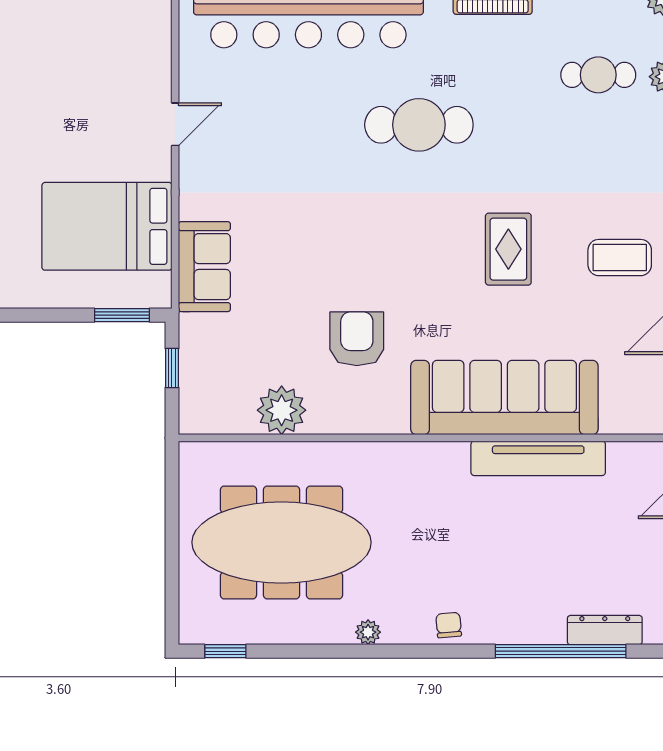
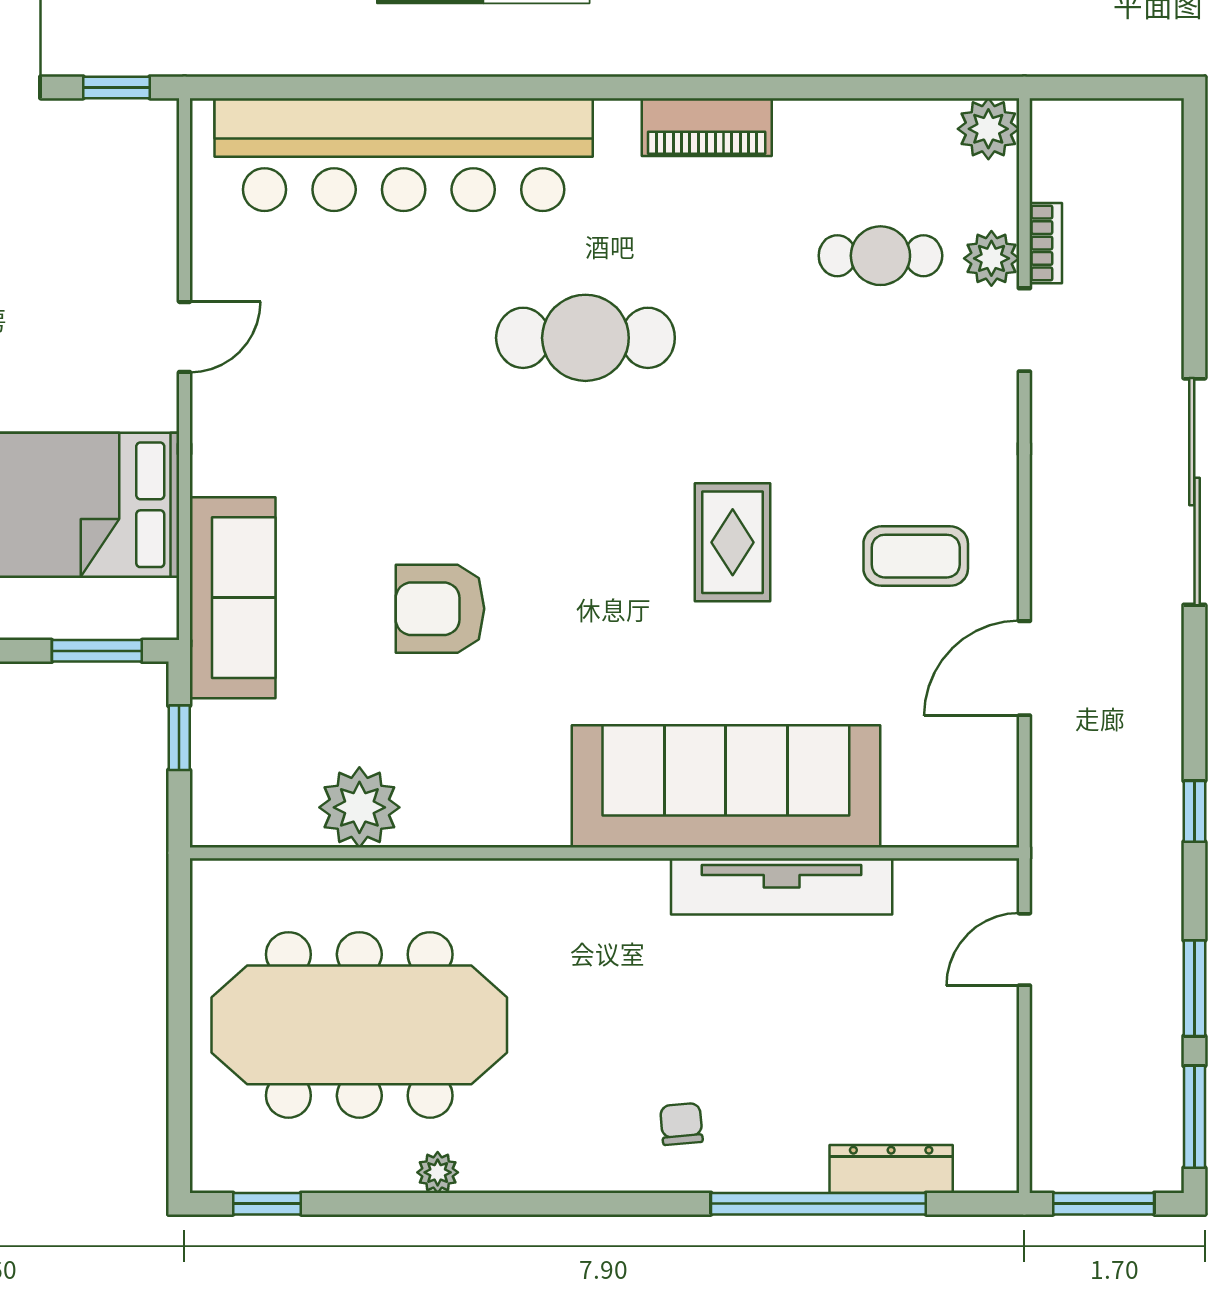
sofa: (204, 267) -> (233, 598), width x1.36
armchair: (357, 339) -> (440, 609), moved, turned -90
chair: (449, 625) -> (681, 1124), moved
plant: (368, 632) -> (438, 1172), moved

